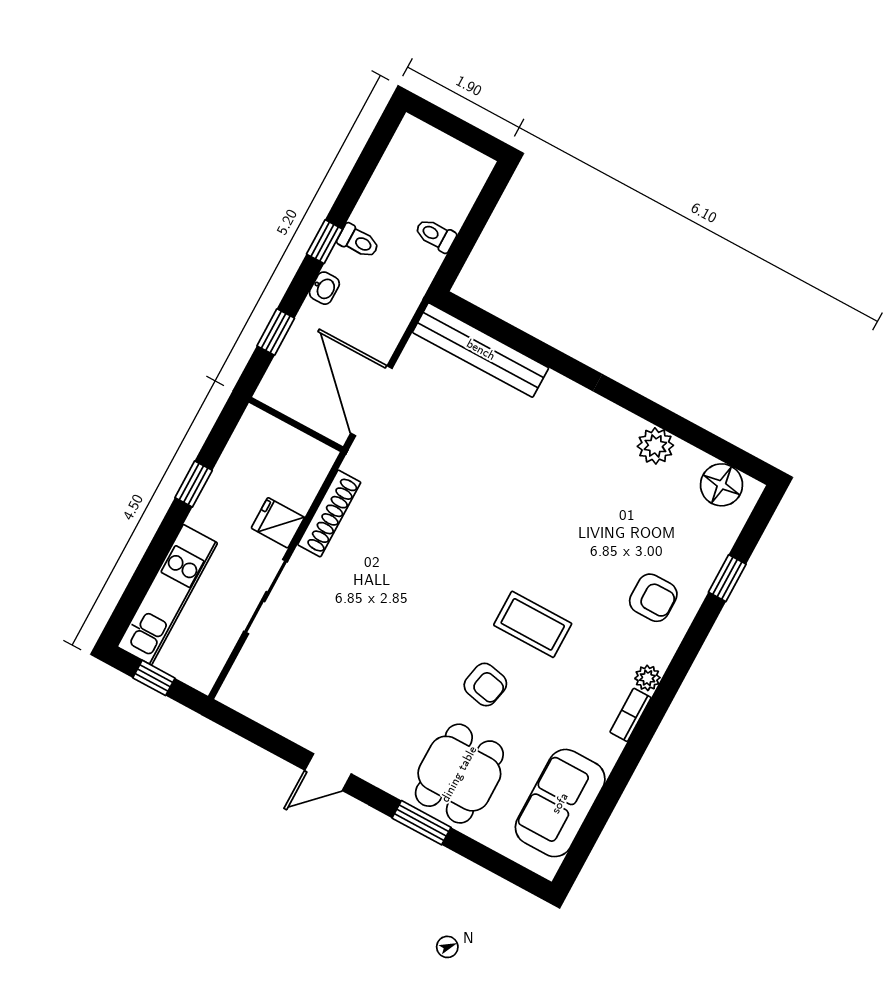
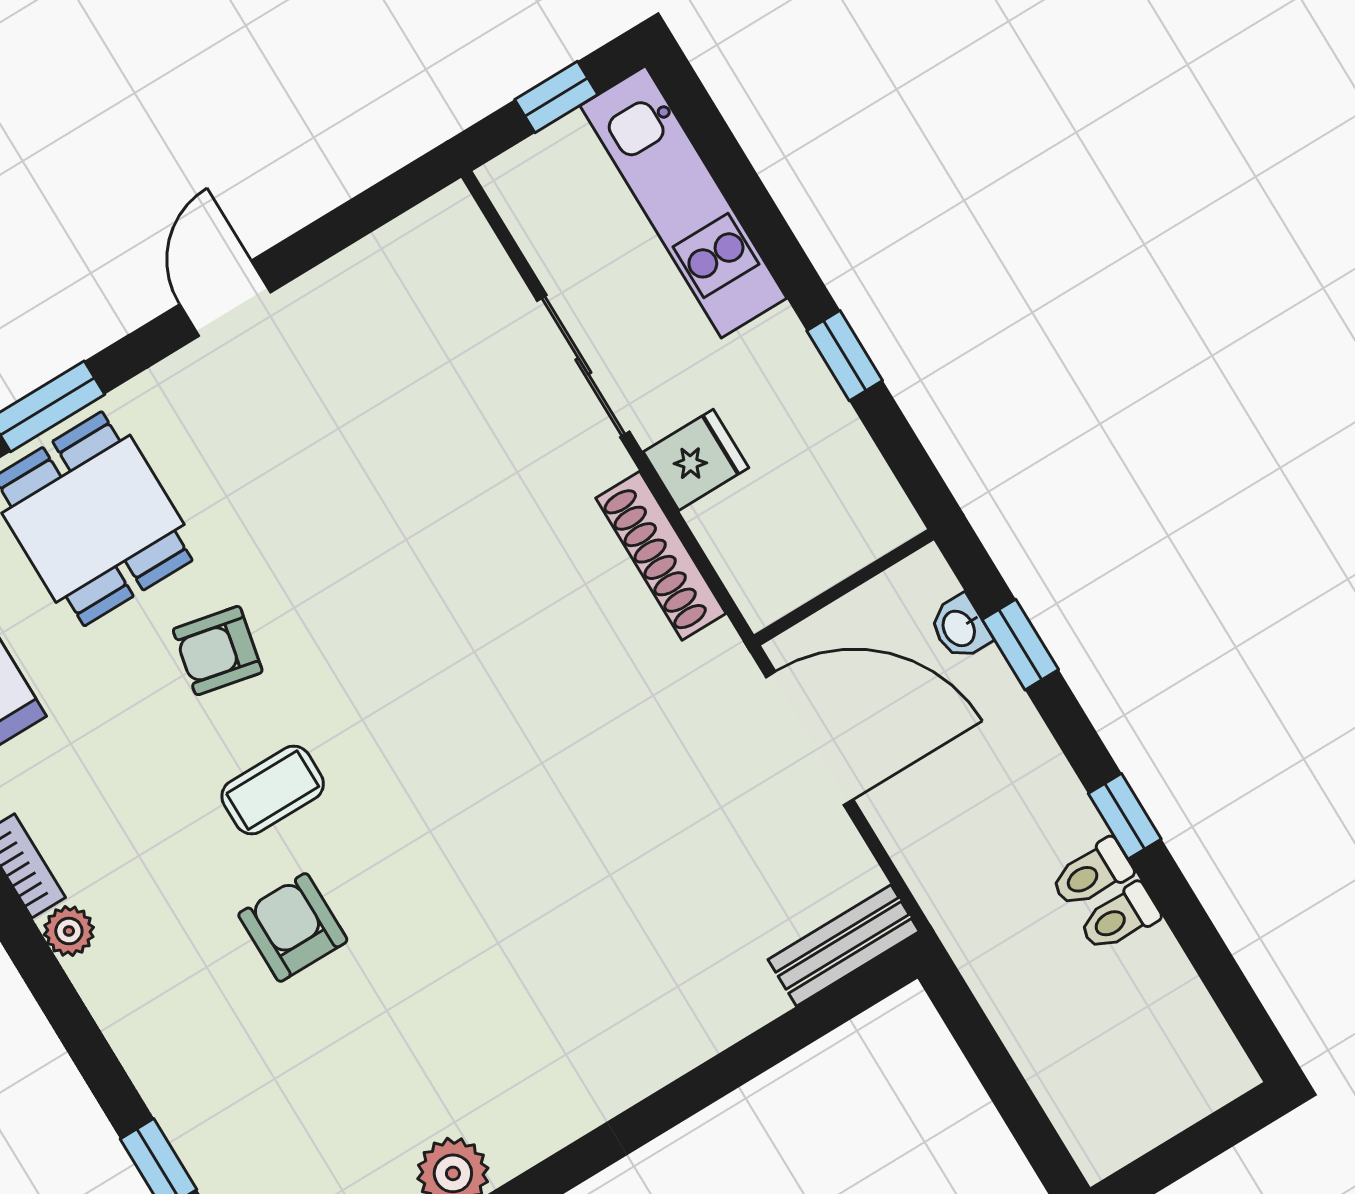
toilet: (435, 235) -> (1119, 918), moved, turned 180
washbasin: (324, 288) -> (960, 628), moved
bench: (481, 350) -> (844, 945), width x0.54, depth x0.82
armchair: (653, 598) -> (293, 927), moved, turned 90
coffee table: (533, 624) -> (273, 790), width x0.73, depth x0.77

